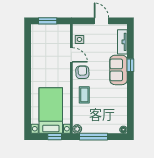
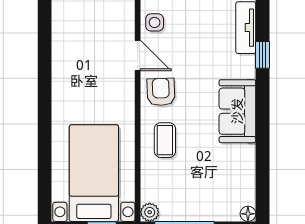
window: (130, 65) -> (263, 55), moved
sofa: (118, 70) -> (237, 111), moved

